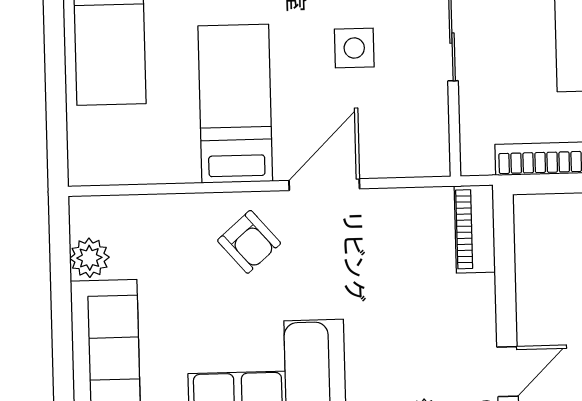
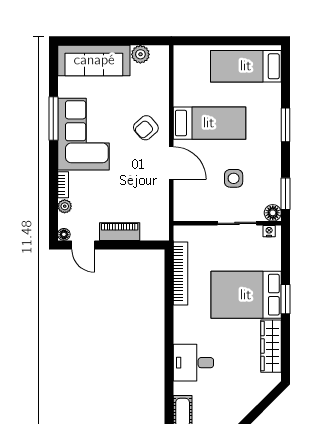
piano: (475, 229) -> (120, 232), moved

